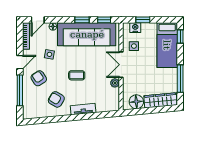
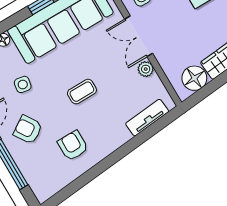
armchair: (56, 99) -> (73, 146), turned 59
tv unit: (83, 109) -> (147, 118), moved

